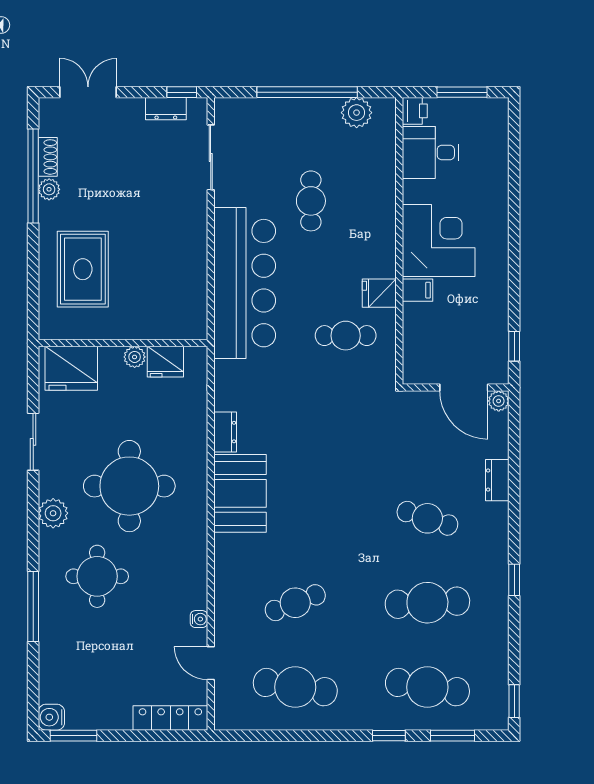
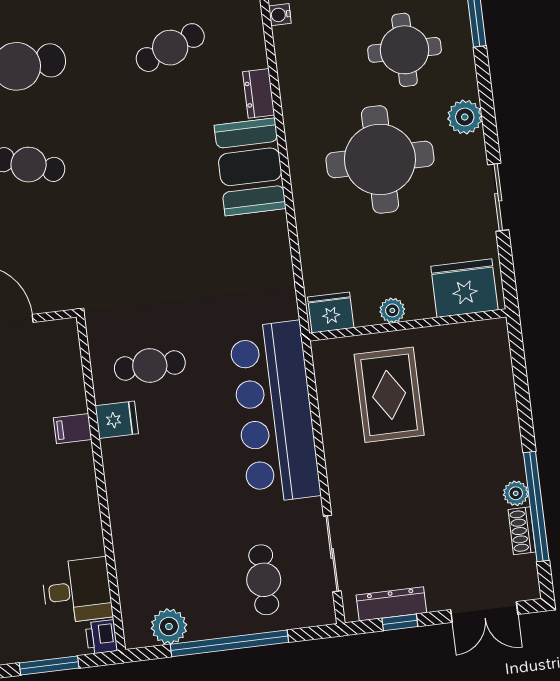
window: (182, 92) -> (400, 622), moved
dresser: (166, 109) -> (391, 604), width x1.44
cafe table: (311, 201) -> (264, 580), moved
corner desk: (439, 240) -> (55, 489), removed
rug: (83, 269) -> (389, 395), moved
fridge: (165, 362) -> (331, 312), moved
dresser: (225, 432) -> (259, 93), moved

